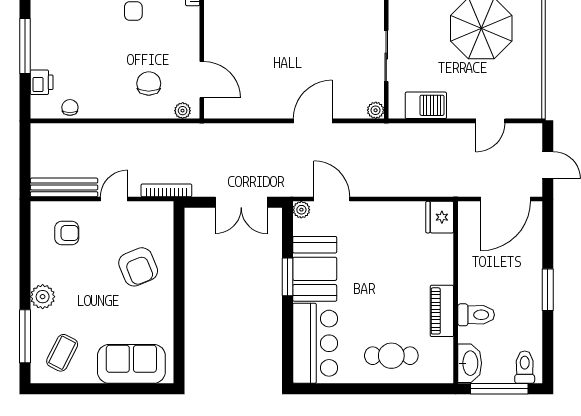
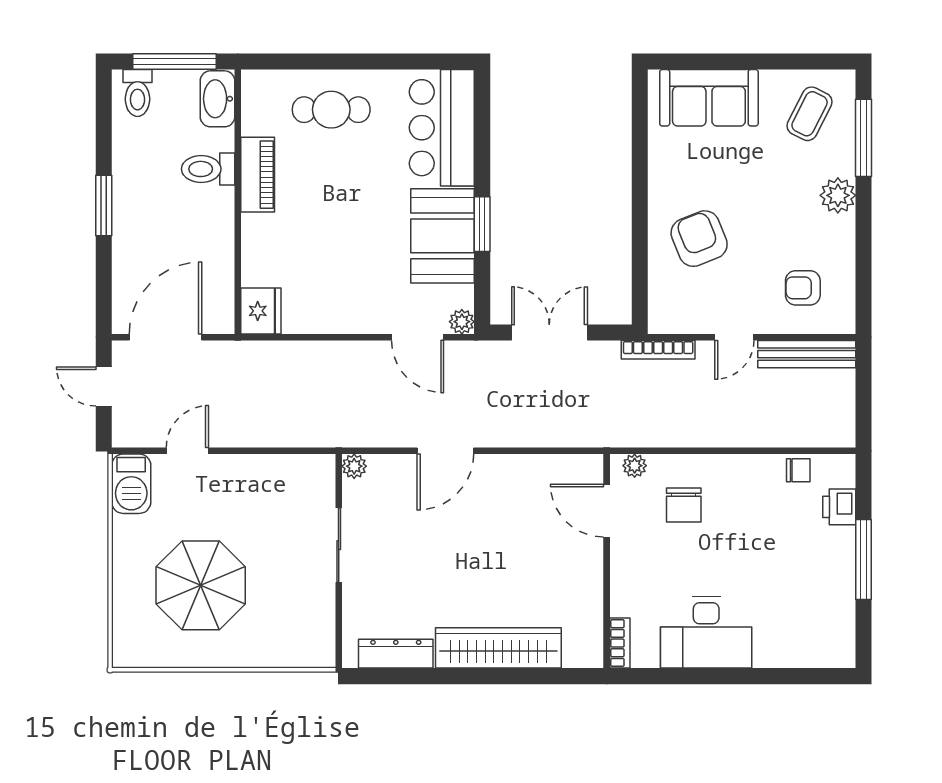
barbecue: (426, 105) -> (131, 484), moved, turned -90
chair: (70, 107) -> (798, 470), turned -90

